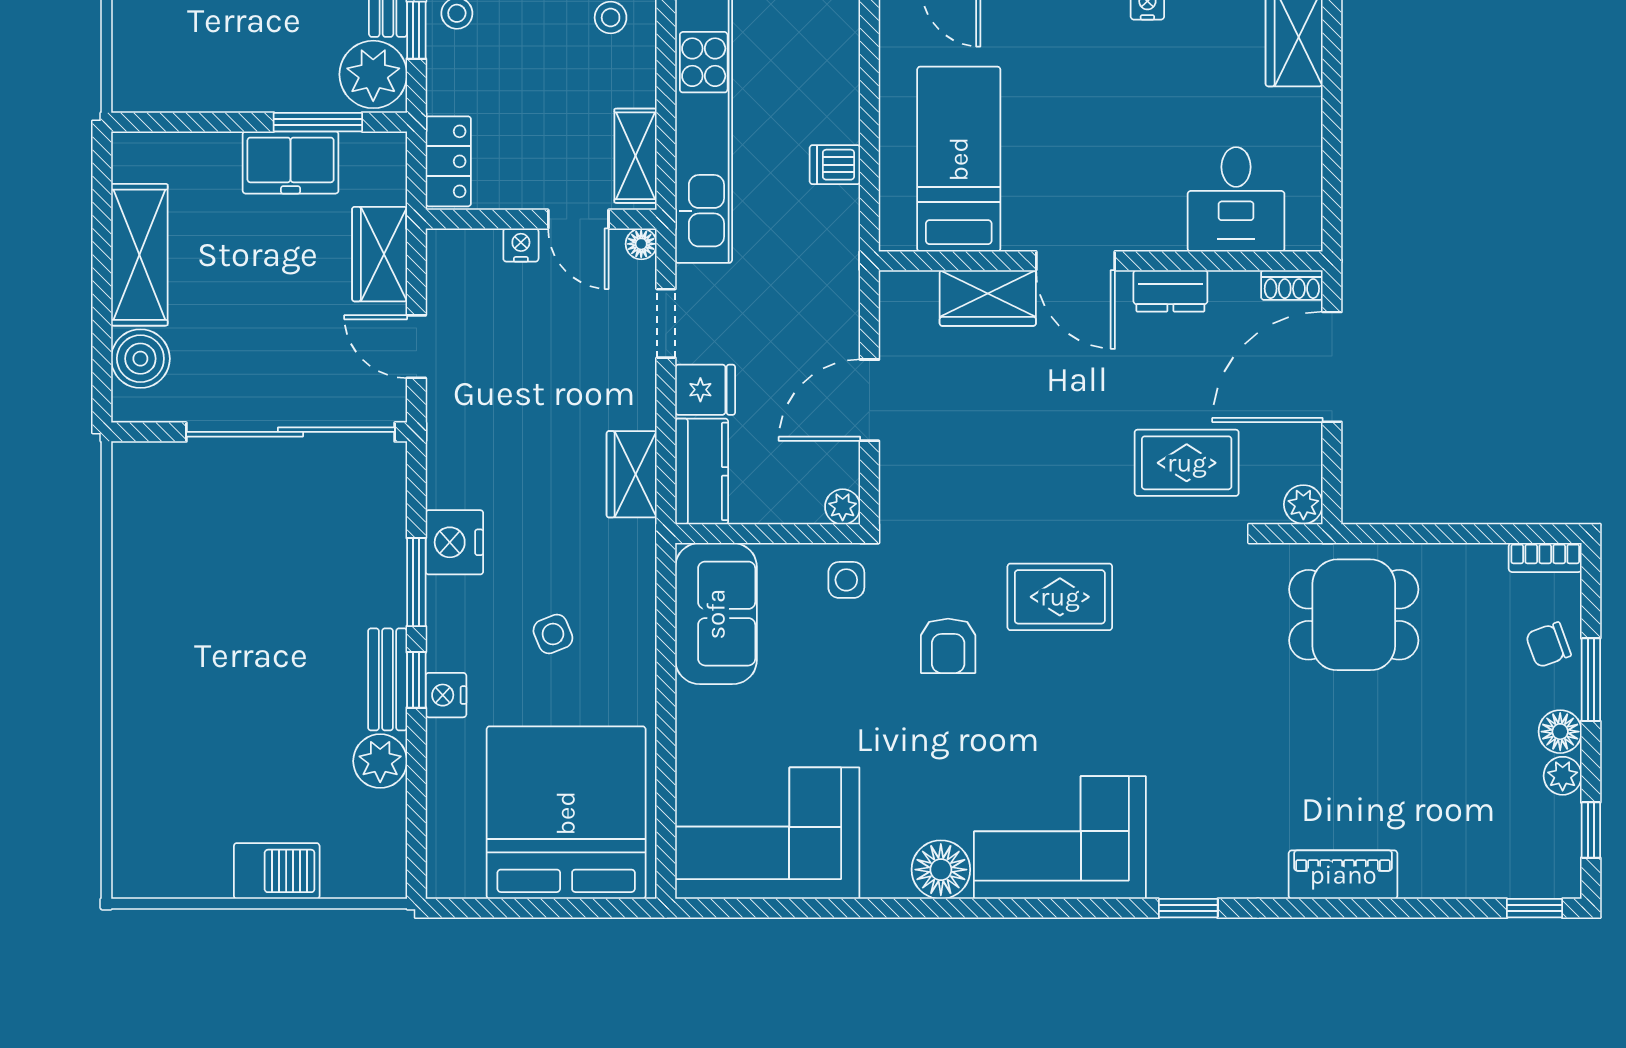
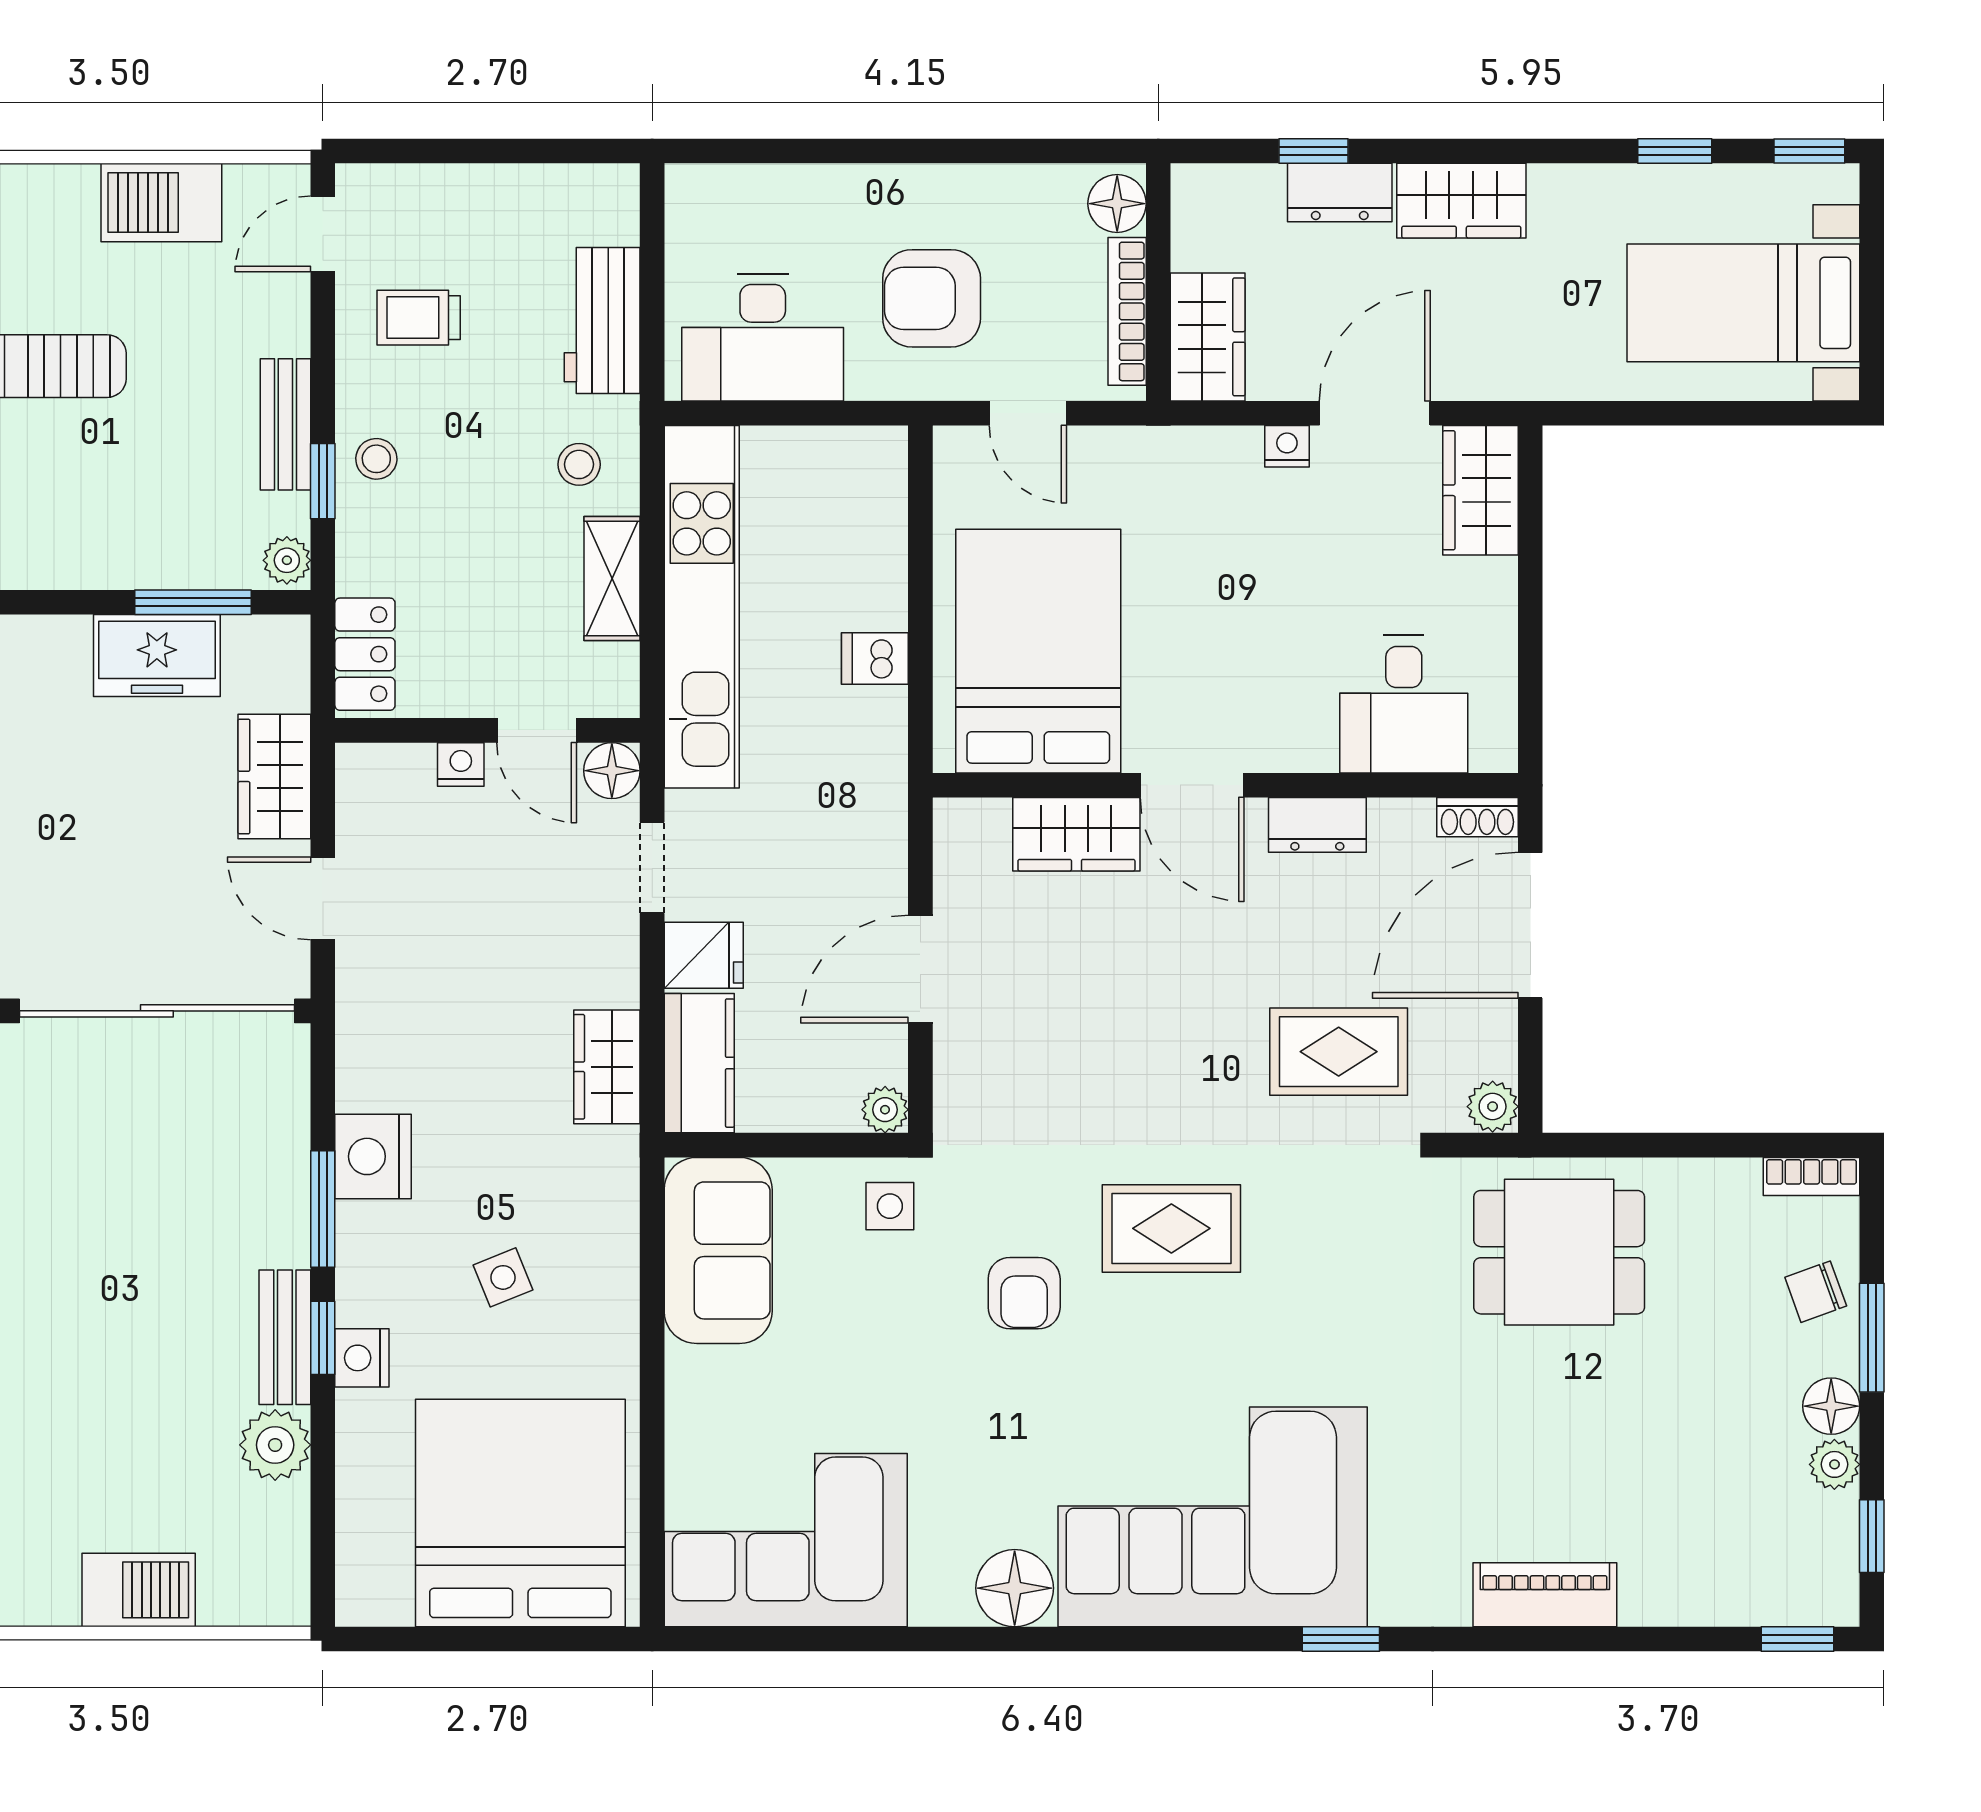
plant: (373, 74) -> (287, 560), width x0.53, depth x0.53
shelving: (636, 156) -> (612, 579), moved
bed: (959, 159) -> (1038, 651), width x1.50
floor lamp: (641, 244) -> (612, 771), width x1.37, depth x1.37
corner sofa: (1060, 838) -> (1213, 1517), width x1.36, depth x1.36

